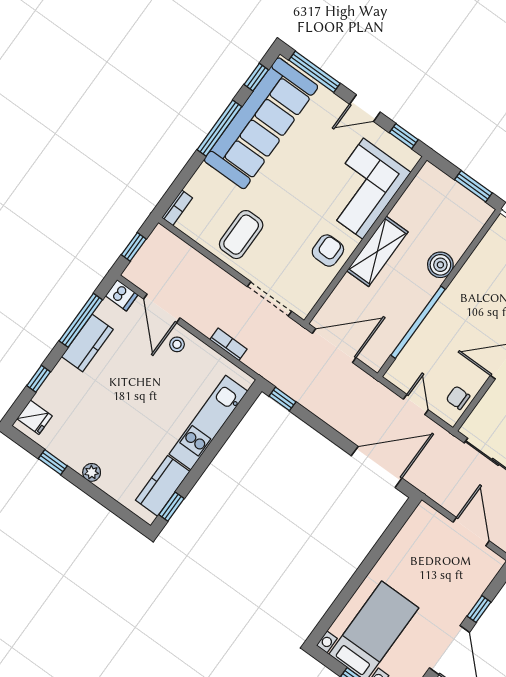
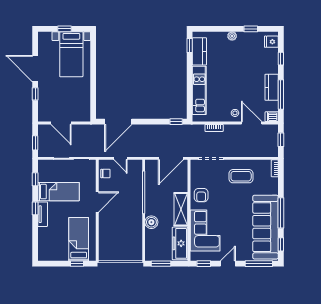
freezer: (419, 197) -> (180, 243), added
coffee table: (241, 235) -> (241, 176), turned 90

